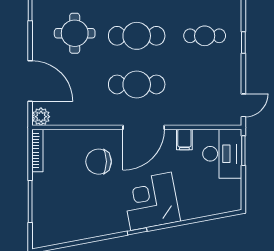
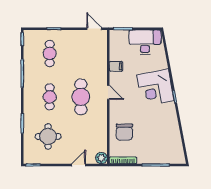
cafe table: (137, 36) -> (50, 97), width x0.73, depth x0.74
door: (30, 81) -> (79, 165), width x0.53
door: (144, 127) -> (108, 92), width x0.53
desk: (222, 154) -> (145, 42), moved
chair: (99, 162) -> (124, 132), moved

